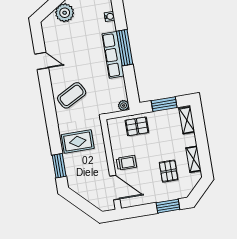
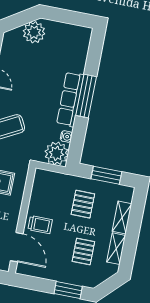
water cooler: (109, 17) -> (66, 136), moved
plant: (124, 105) -> (56, 153), width x1.88, depth x1.88
shelving: (187, 120) -> (122, 217), moved
pallet: (137, 126) -> (83, 204), moved, turned 90

